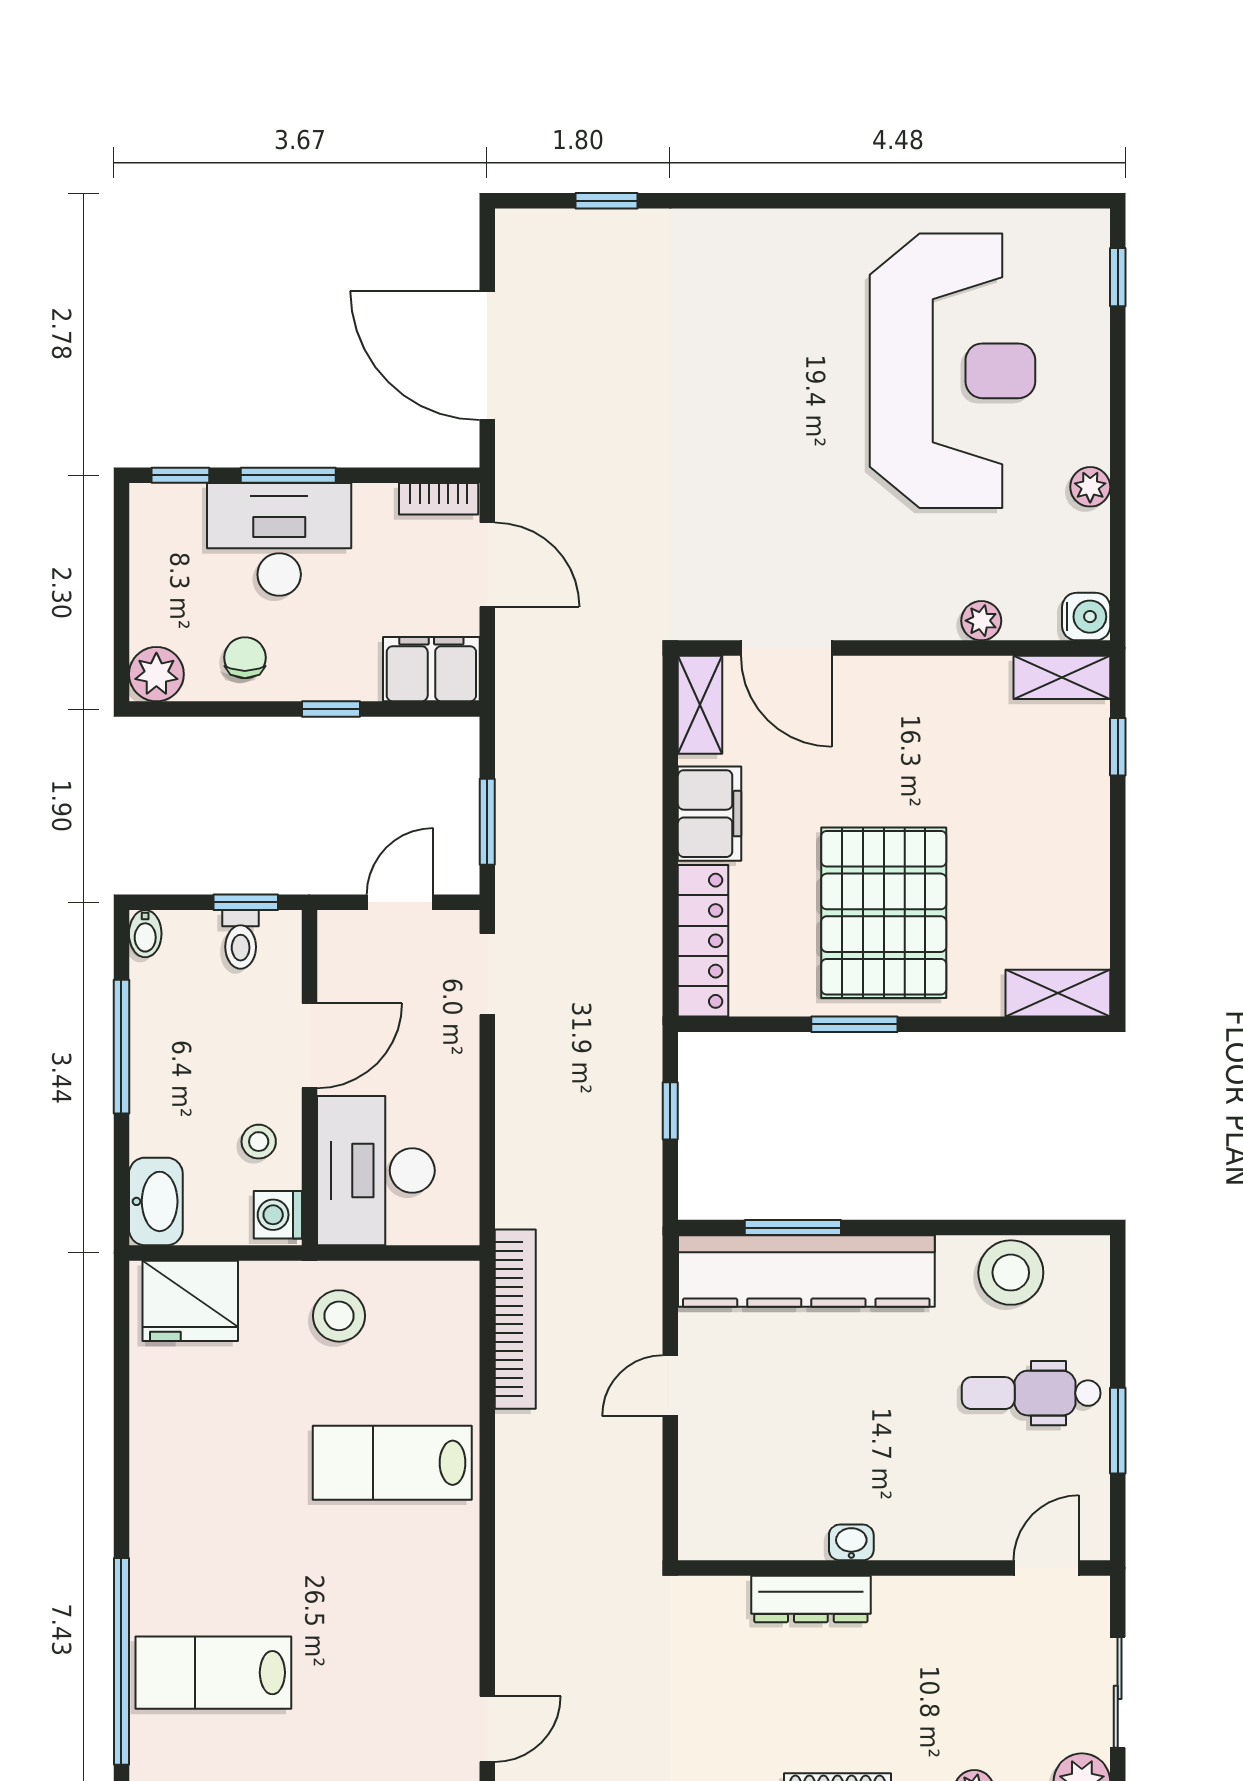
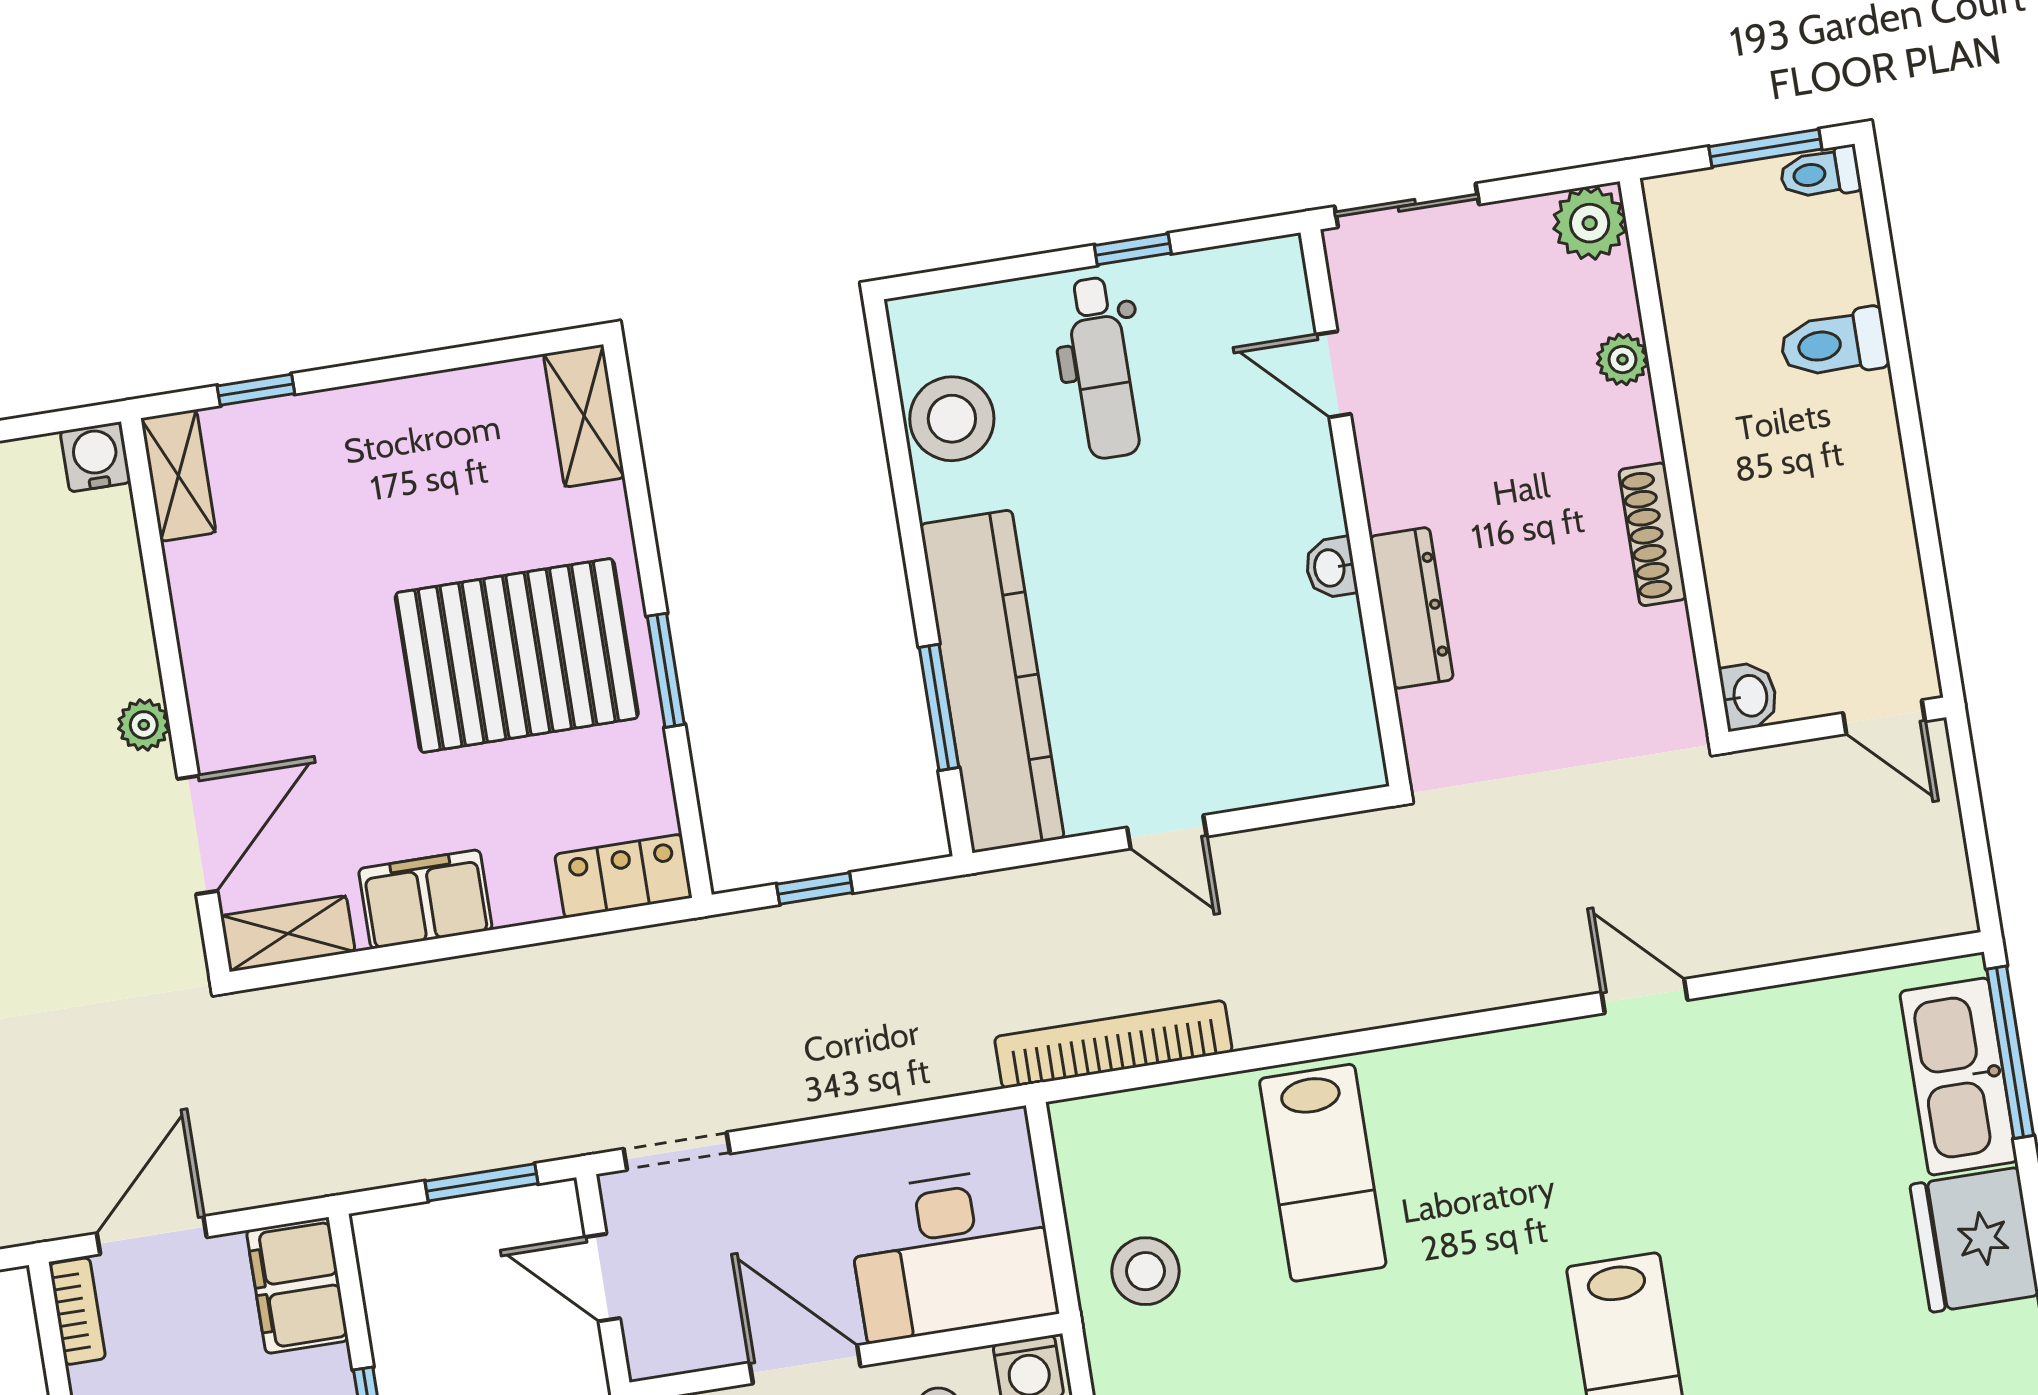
plant: (981, 621) -> (144, 725), moved
locker: (703, 941) -> (623, 876), width x0.66
window: (1118, 1431) -> (1133, 249), width x0.67
door: (1046, 1568) -> (1333, 374), moved
sliding door: (1118, 1692) -> (1407, 205), moved

